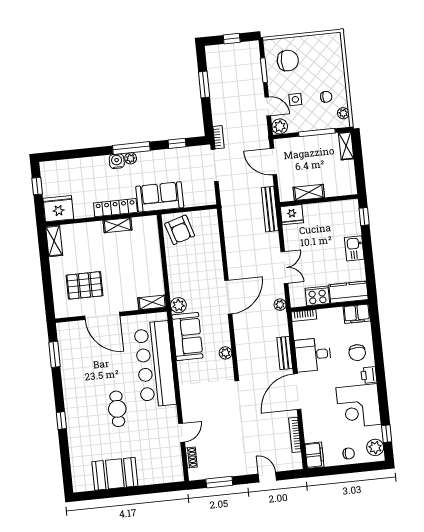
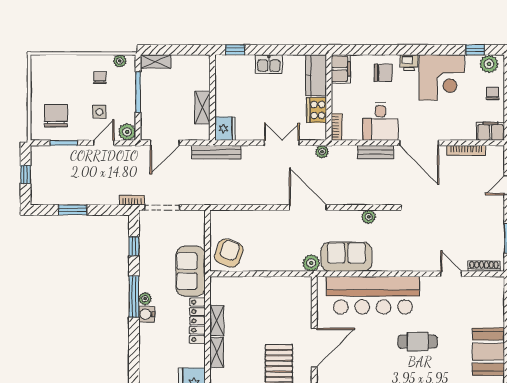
armchair: (180, 230) -> (229, 253), turned -53
shelving: (152, 302) -> (217, 352), moved
shoe rack: (191, 457) -> (484, 266), width x1.43

